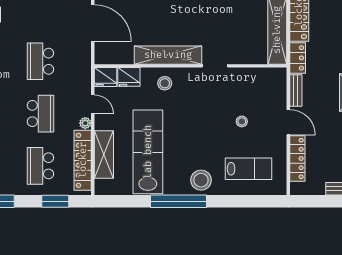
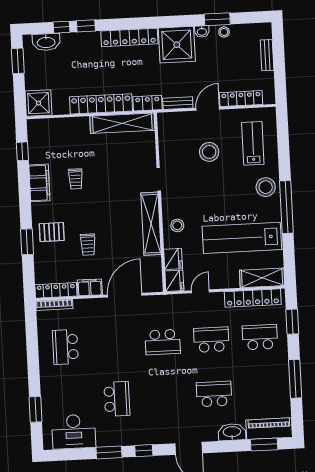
stool: (242, 121) -> (209, 152), width x1.89, depth x1.89
plant: (85, 123) -> (218, 297), removed
shelving: (104, 154) -> (262, 278), moved
school desk: (40, 166) -> (260, 337), turned 180

